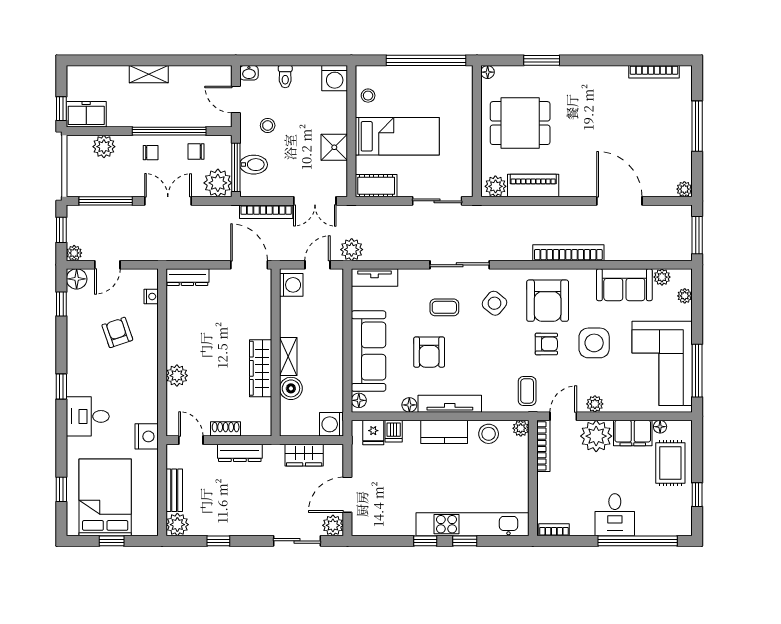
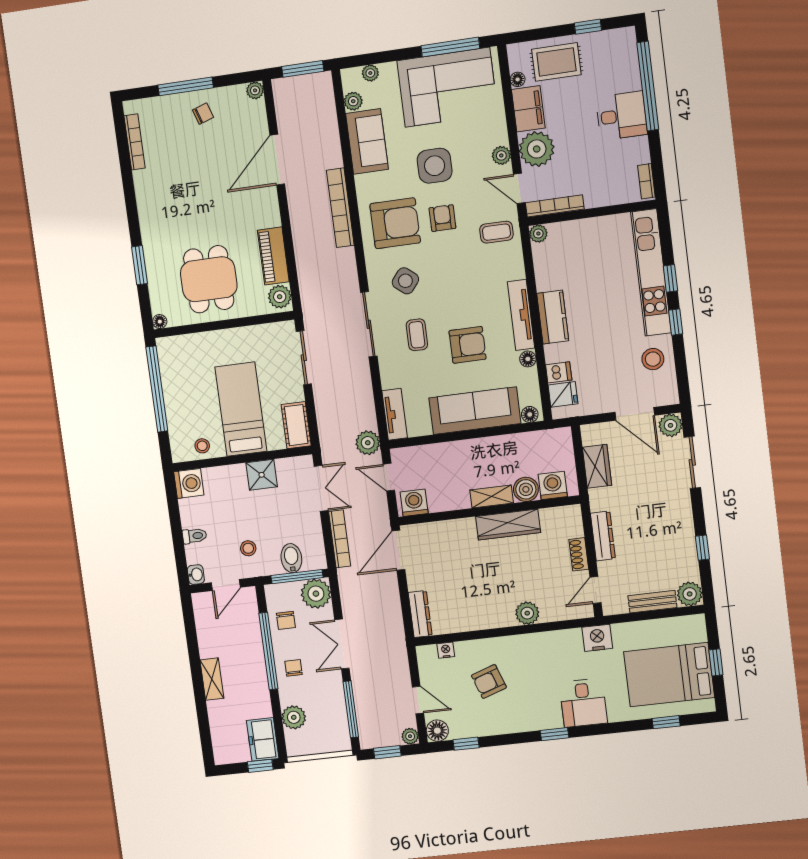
chair: (671, 139) -> (203, 114), added
washing machine: (332, 424) -> (553, 485), moved, turned 180
stool: (489, 434) -> (653, 359), moved

